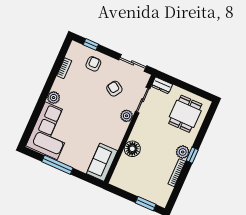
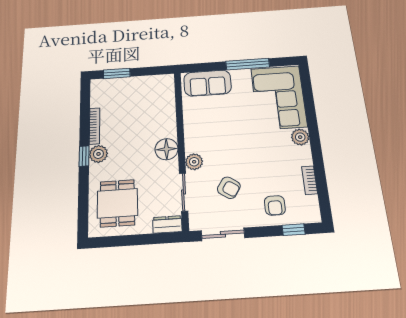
floor lamp: (132, 149) -> (166, 149), moved
sofa: (102, 162) -> (207, 83), moved, turned 90

